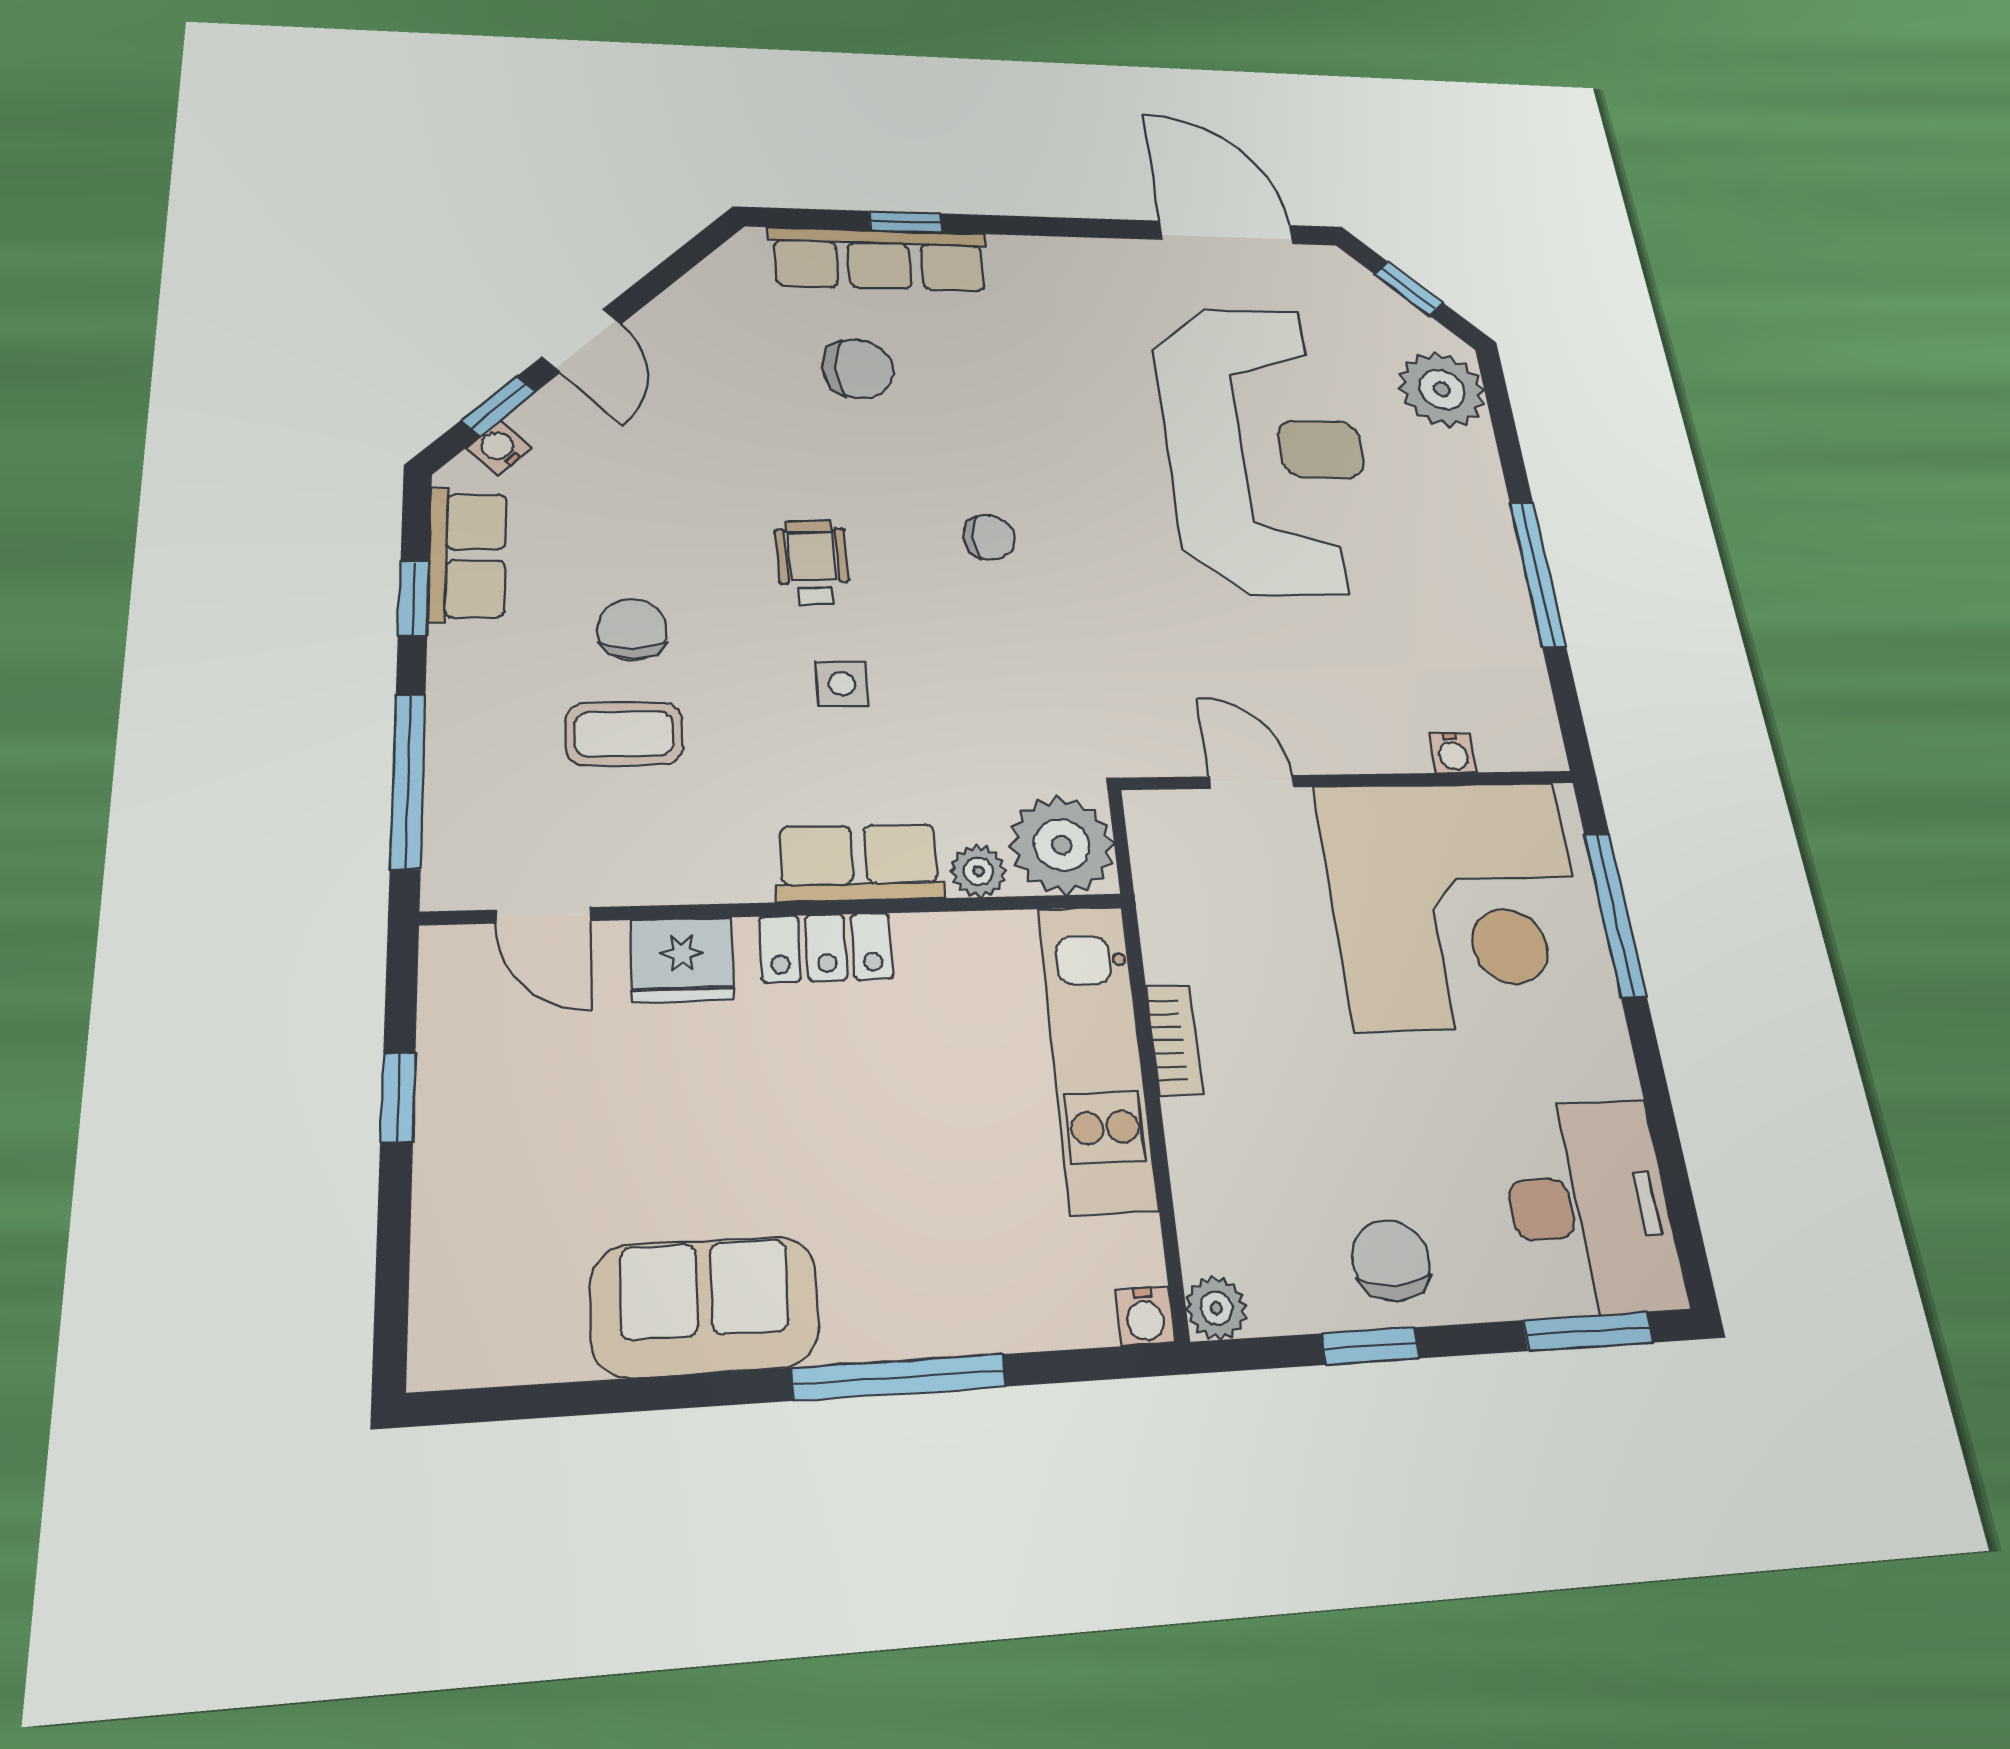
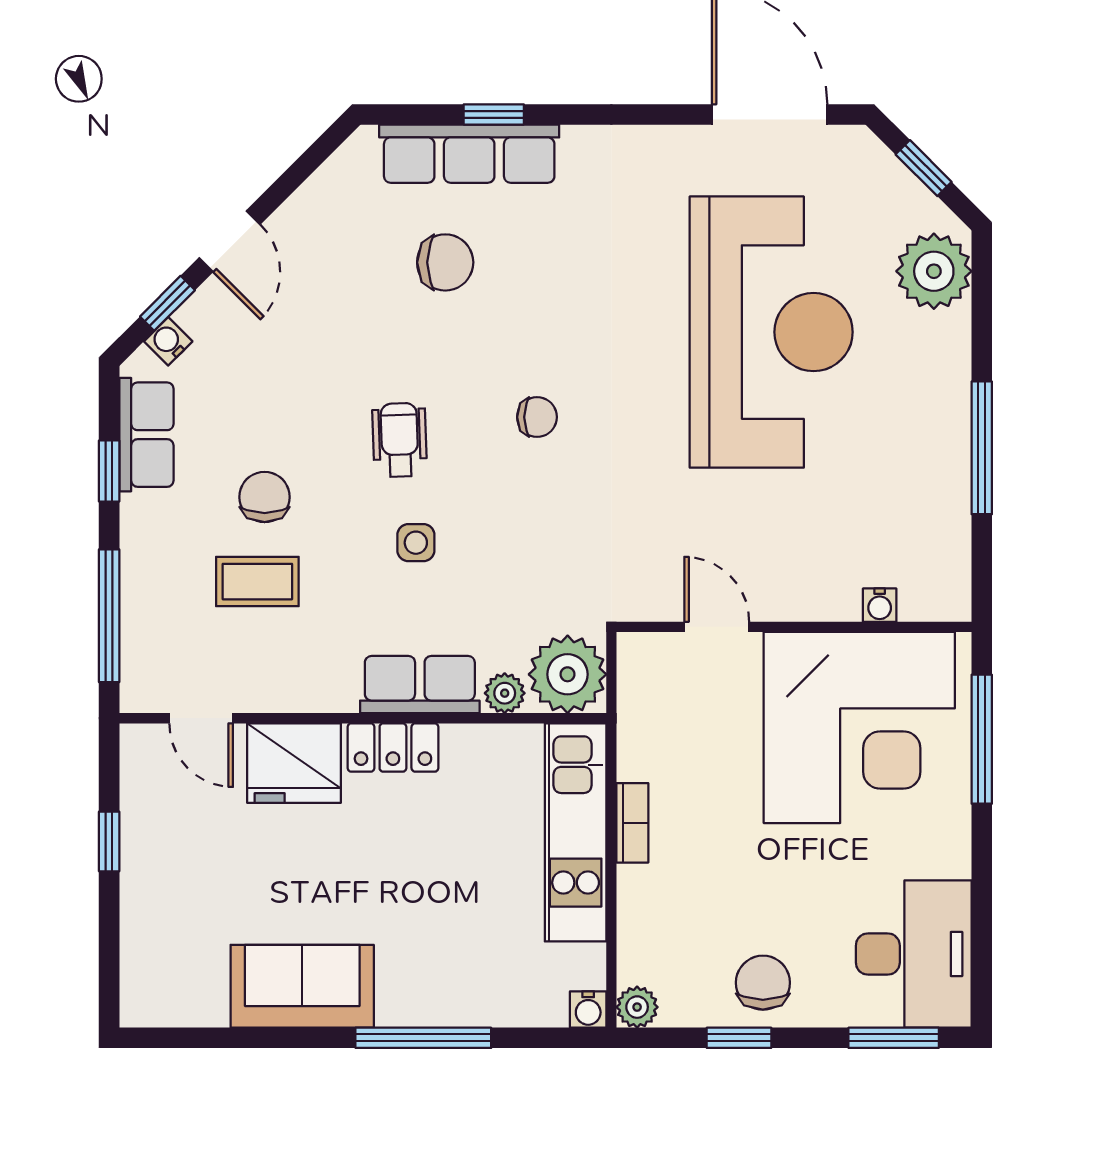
fridge: (682, 960) -> (294, 763), width x1.36, depth x1.34

